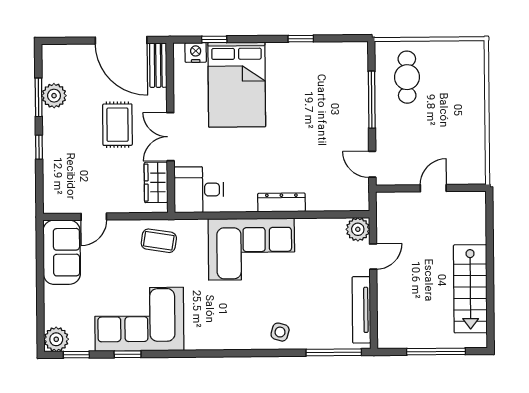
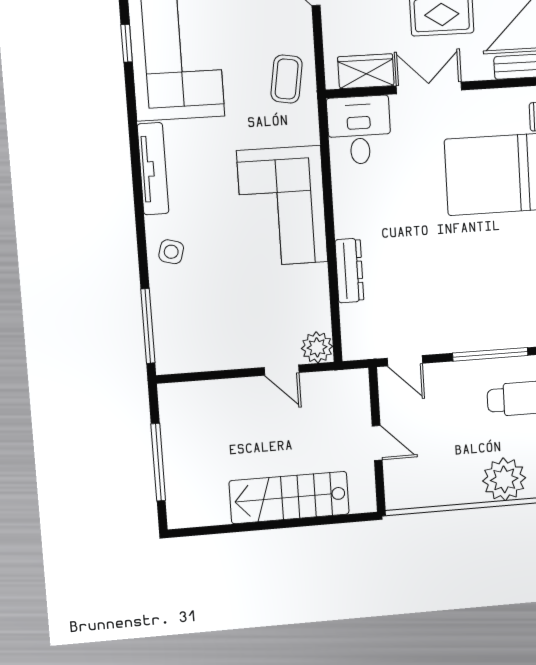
plant: (468, 93) -> (504, 479), added
door: (372, 164) -> (405, 361), swing flipped
dresser: (281, 202) -> (349, 271), moved
stairs: (470, 289) -> (289, 498), moved
tv unit: (361, 310) -> (153, 169), moved, turned 90

